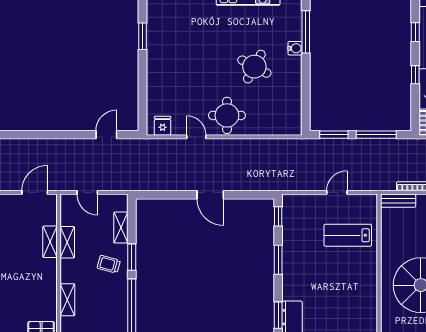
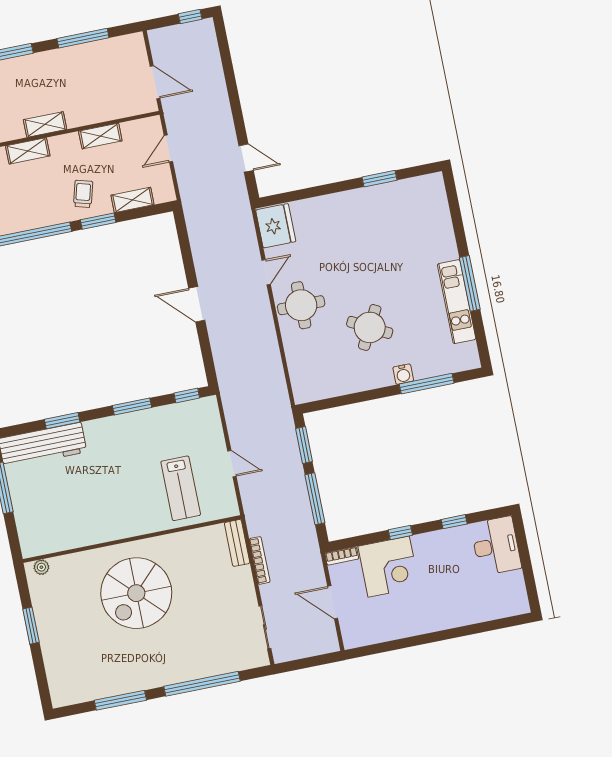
fridge: (163, 126) -> (276, 226), width x1.88, depth x1.34
door: (210, 195) -> (197, 304), hinge flipped
lab bench: (348, 235) -> (181, 488), turned 180
shelving: (50, 242) -> (45, 124), moved

